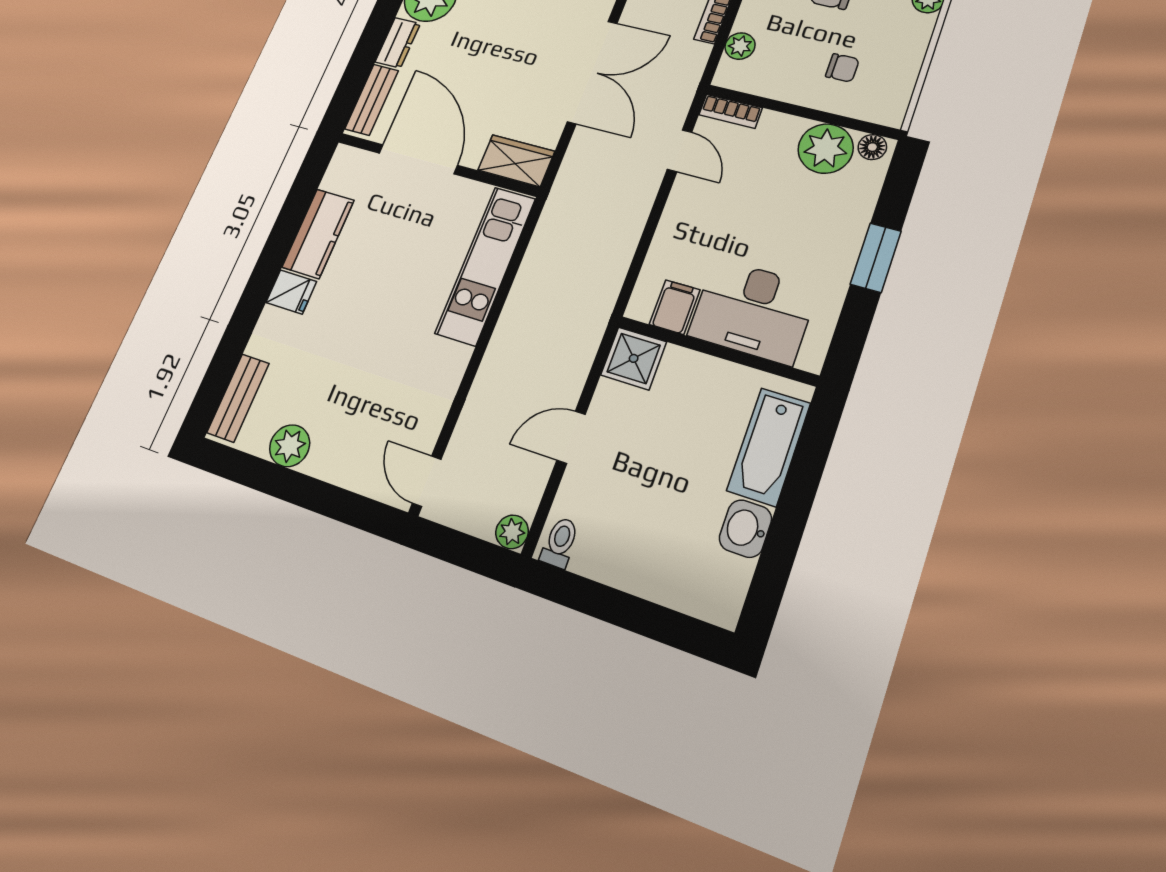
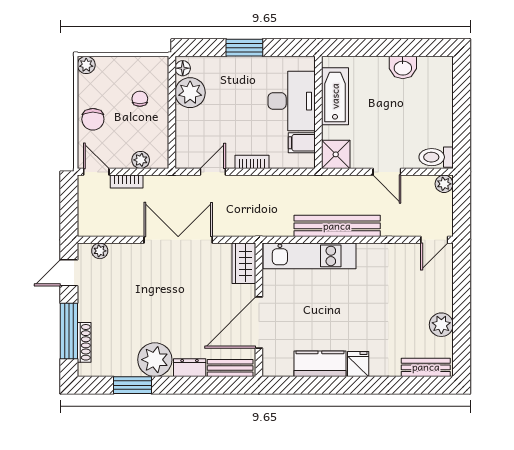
bookcase: (730, 111) -> (252, 162), moved, turned -90
bench: (515, 324) -> (337, 226), added
bathtub: (769, 447) -> (335, 96), moved, turned -90
toilet: (560, 543) -> (436, 157), width x1.37, depth x1.39

